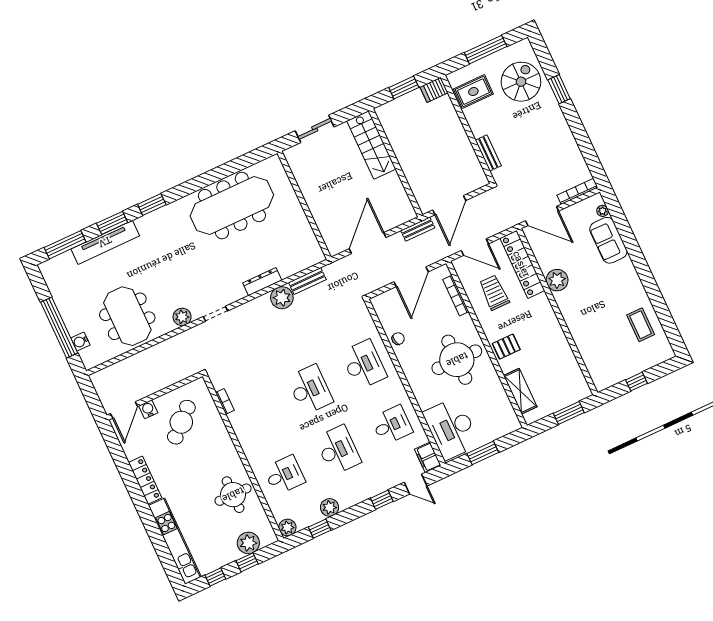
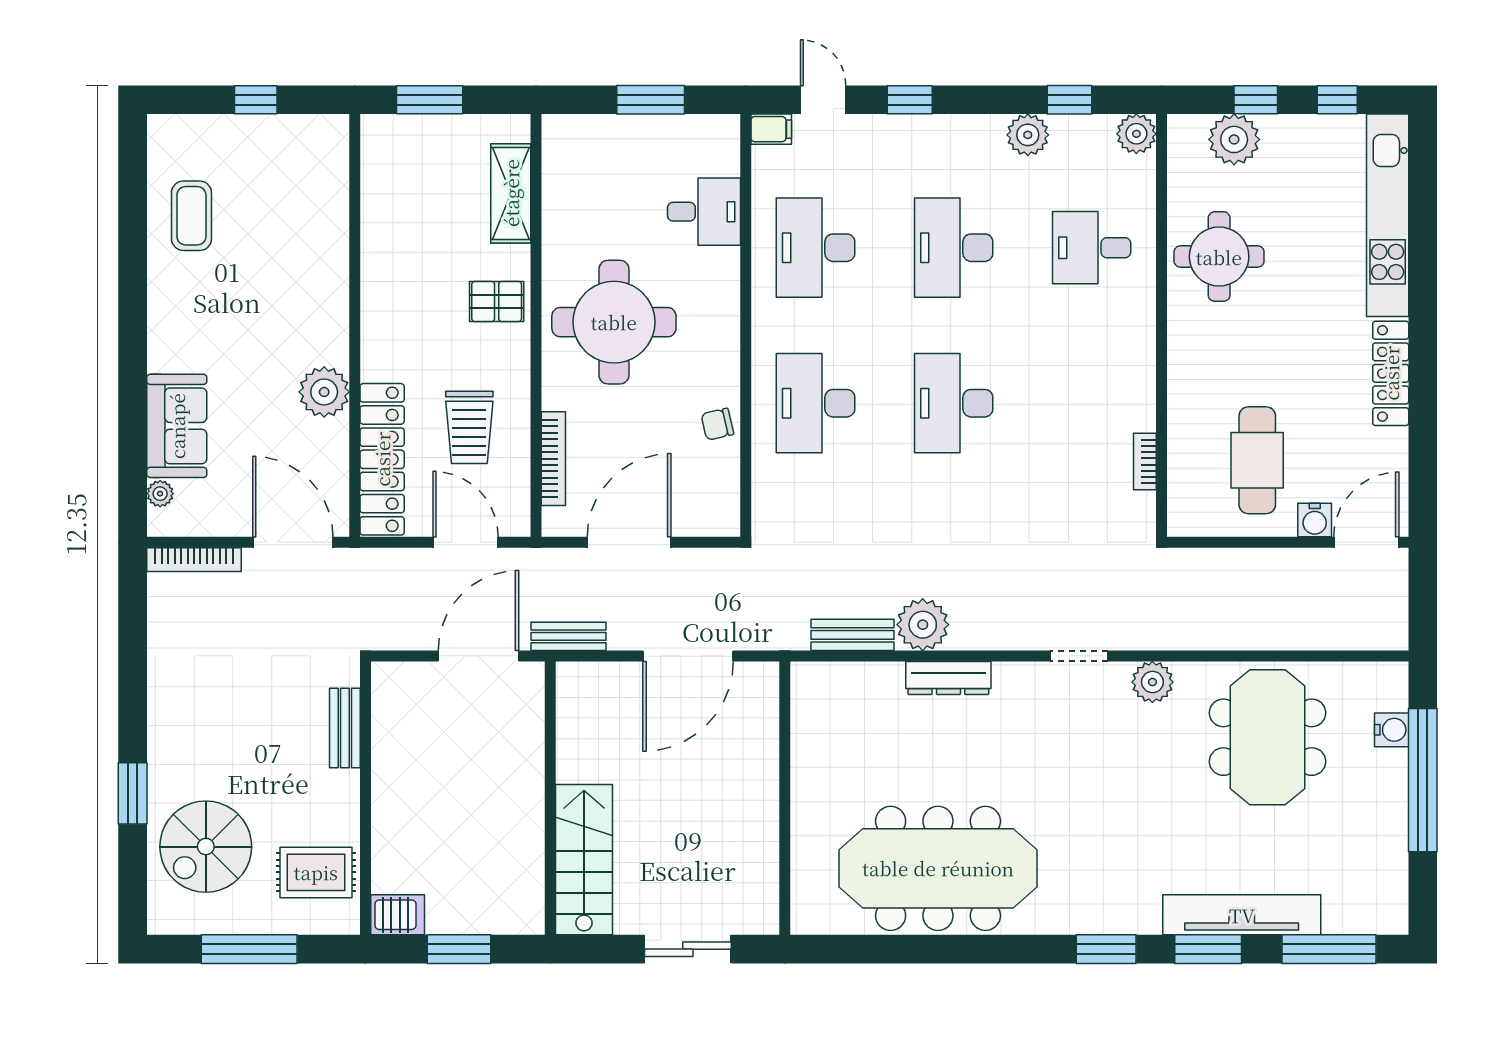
cafe table: (181, 422) -> (1257, 460), turned -47
desk: (392, 425) -> (816, 248), width x1.37
desk: (451, 428) -> (704, 212), width x0.53, depth x0.77
filing cabinet: (428, 457) -> (771, 129), width x0.50

